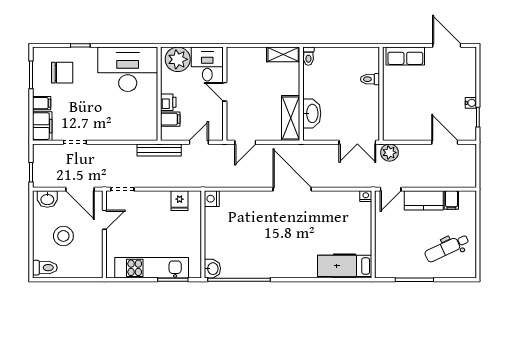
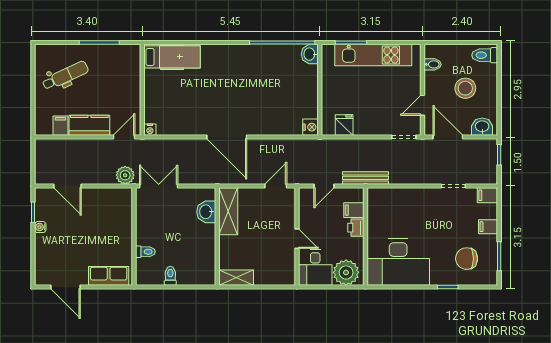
toilet: (308, 56) -> (170, 276), moved
washbasin: (312, 113) -> (206, 212), width x0.72
filing cabinet: (42, 126) -> (487, 195), width x0.50
bidet: (95, 259) -> (433, 64), added

